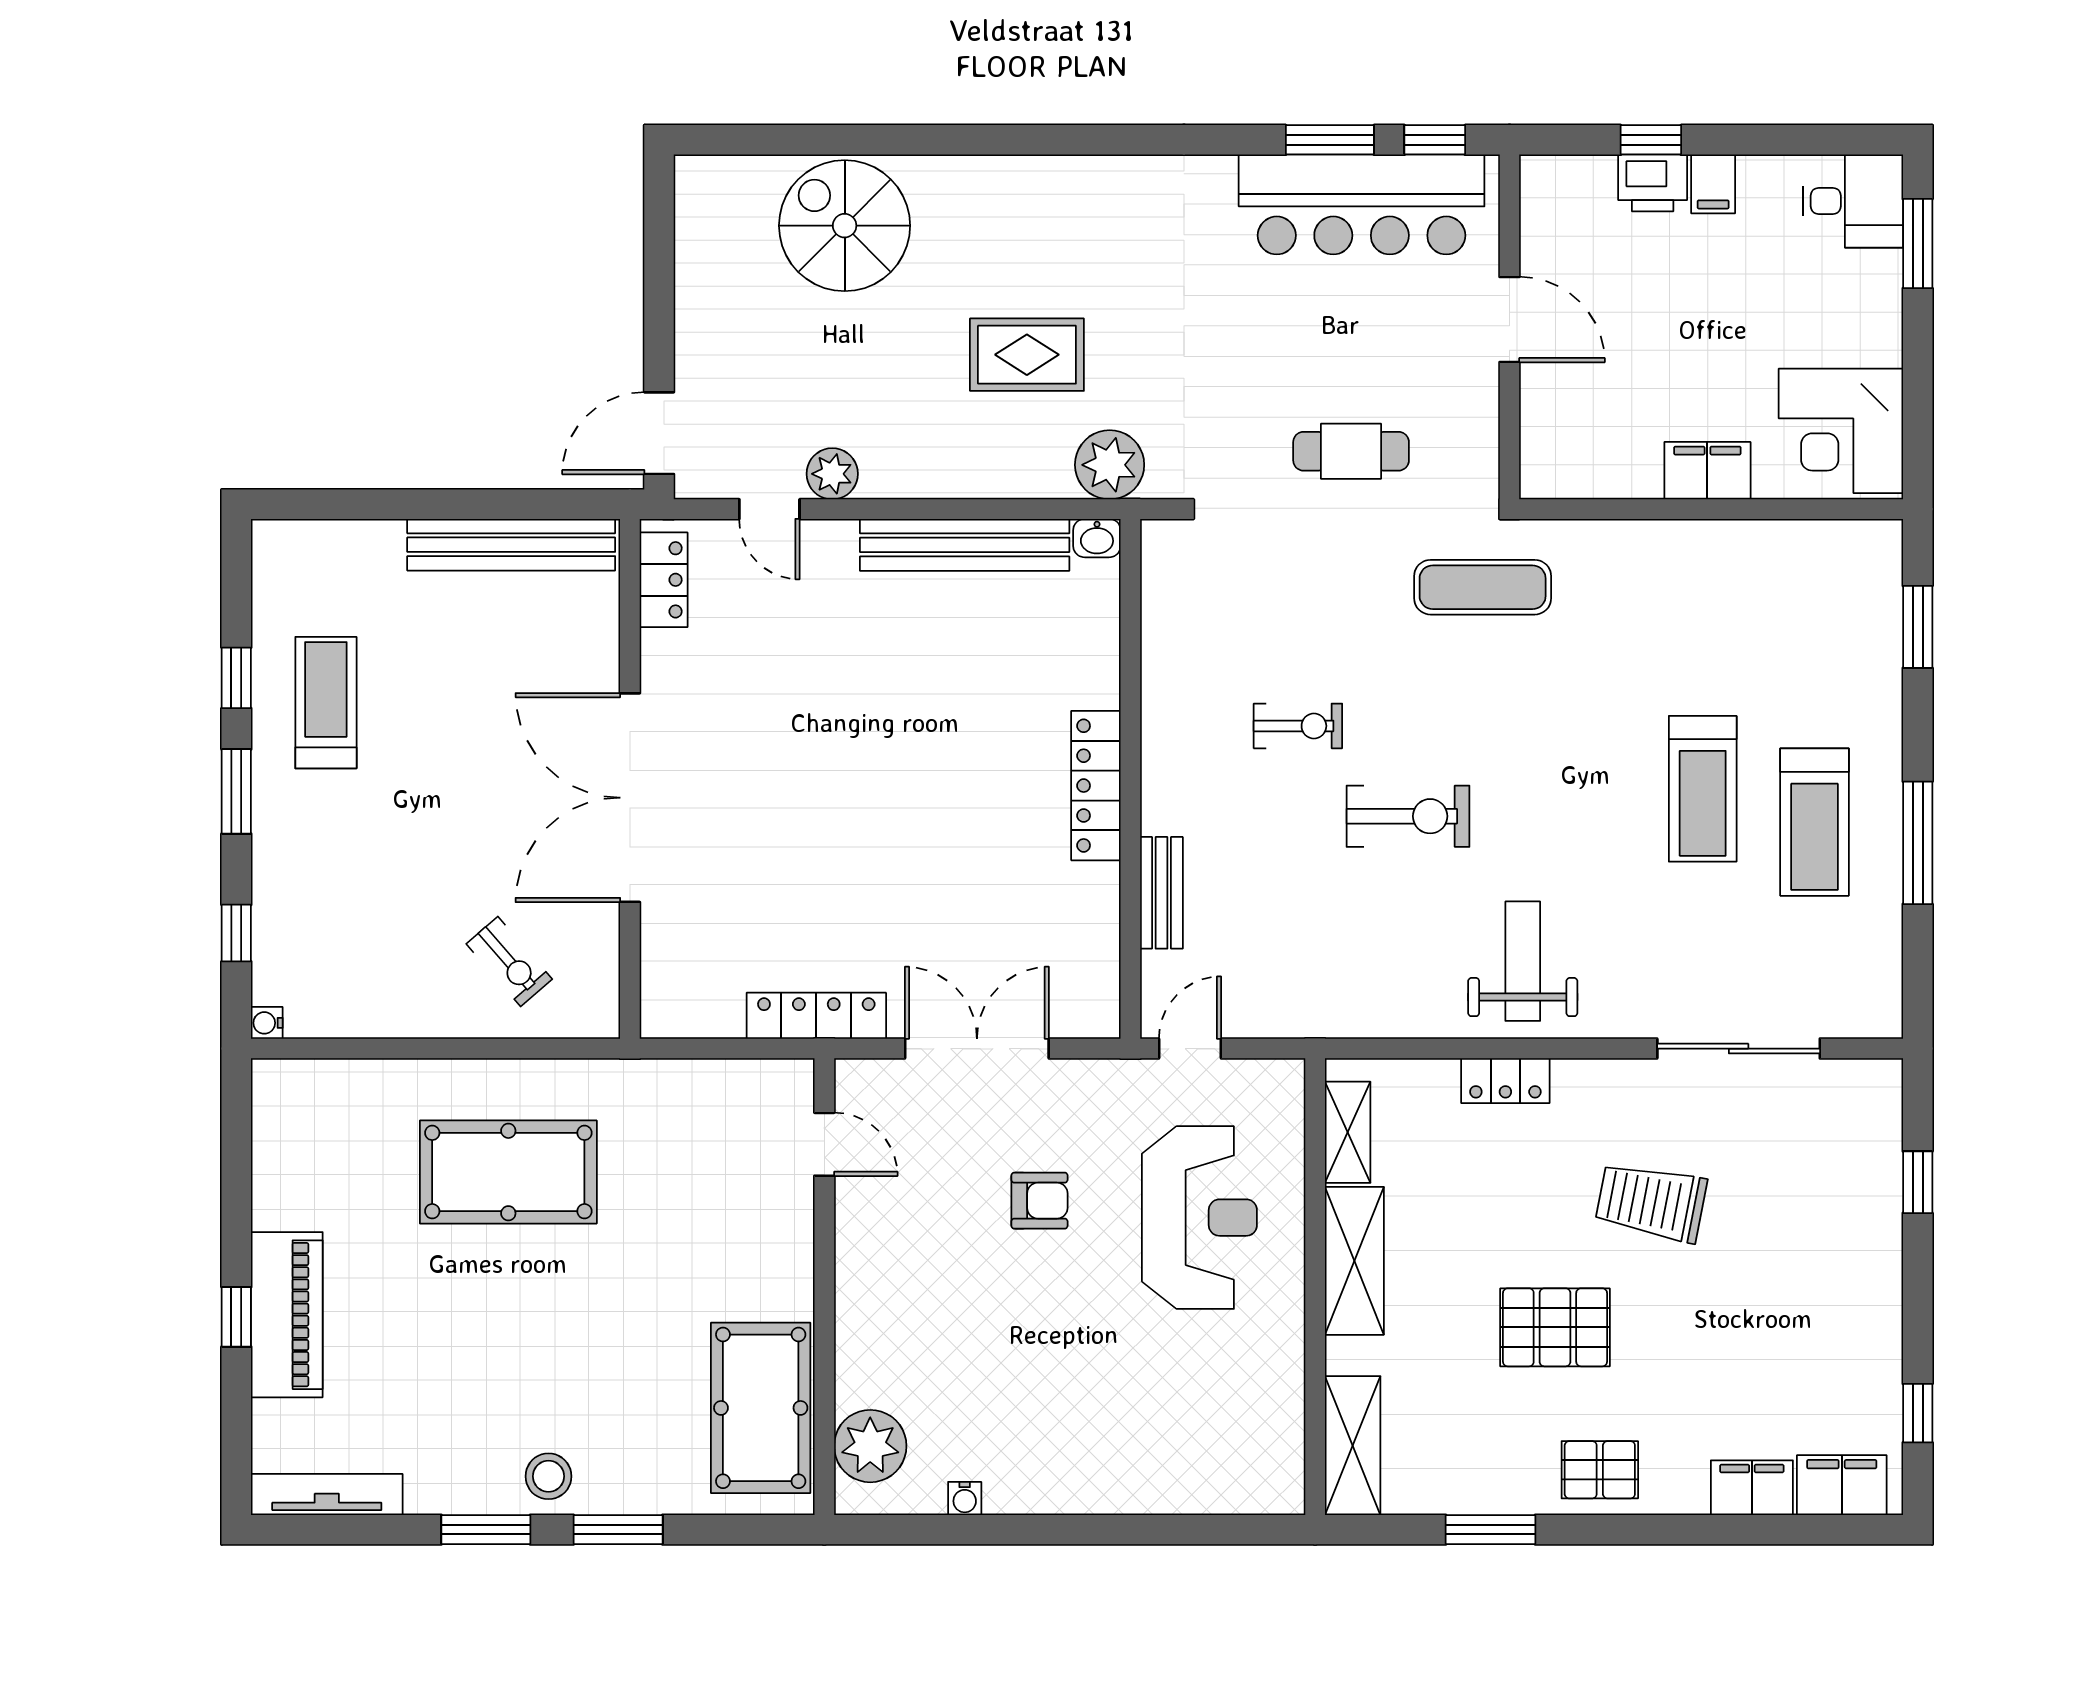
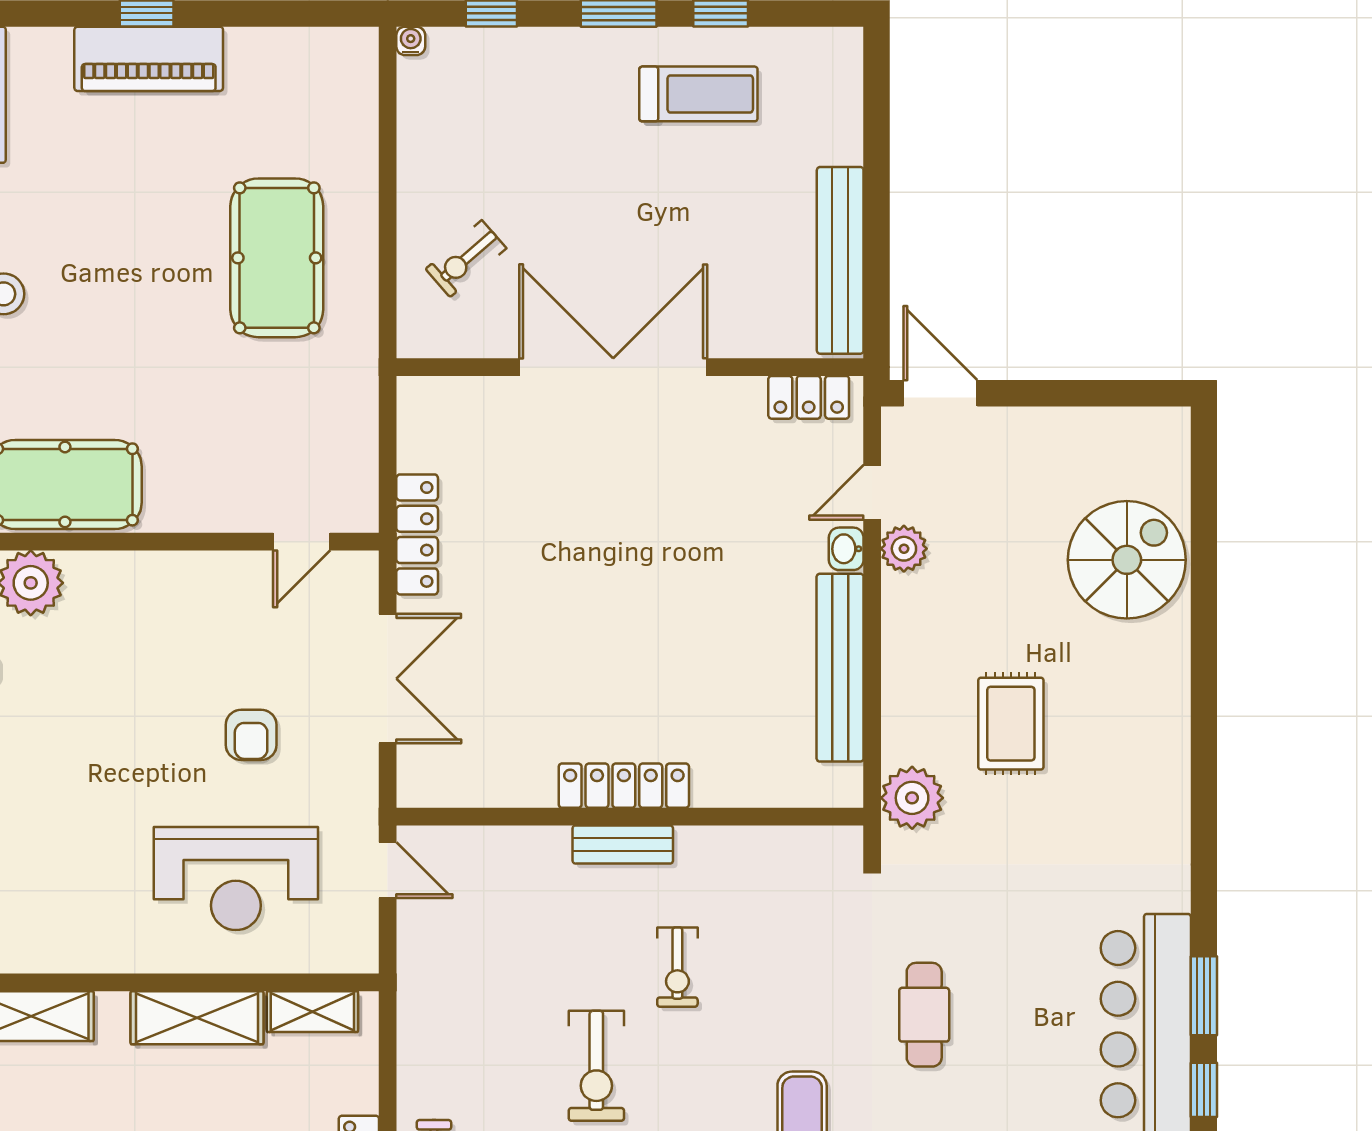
washbasin: (1097, 538) -> (846, 549), moved
bench: (1162, 893) -> (623, 844), moved

